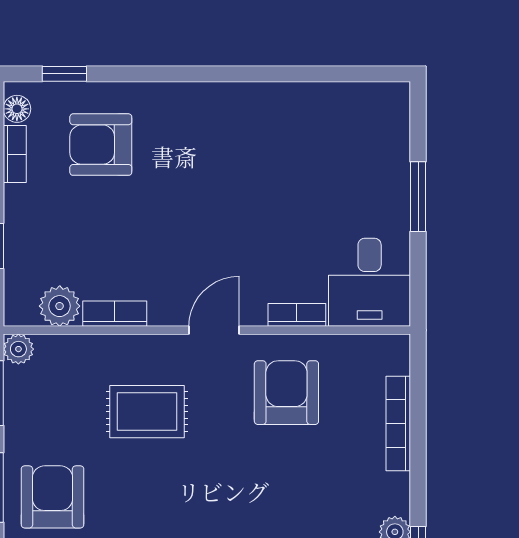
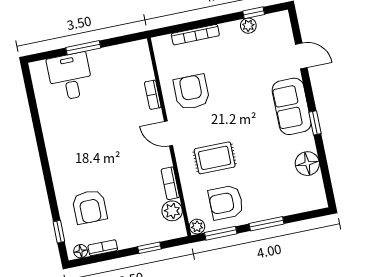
desk: (370, 282) -> (70, 77), moved, turned -90
armchair: (286, 393) -> (192, 92), turned 90
rug: (147, 412) -> (215, 158), turned 90
armchair: (53, 497) -> (226, 202), moved

